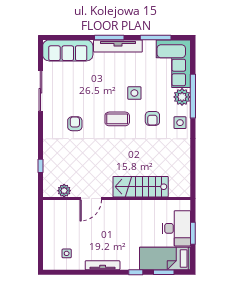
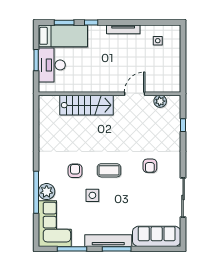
side table: (180, 123) -> (48, 167), removed

